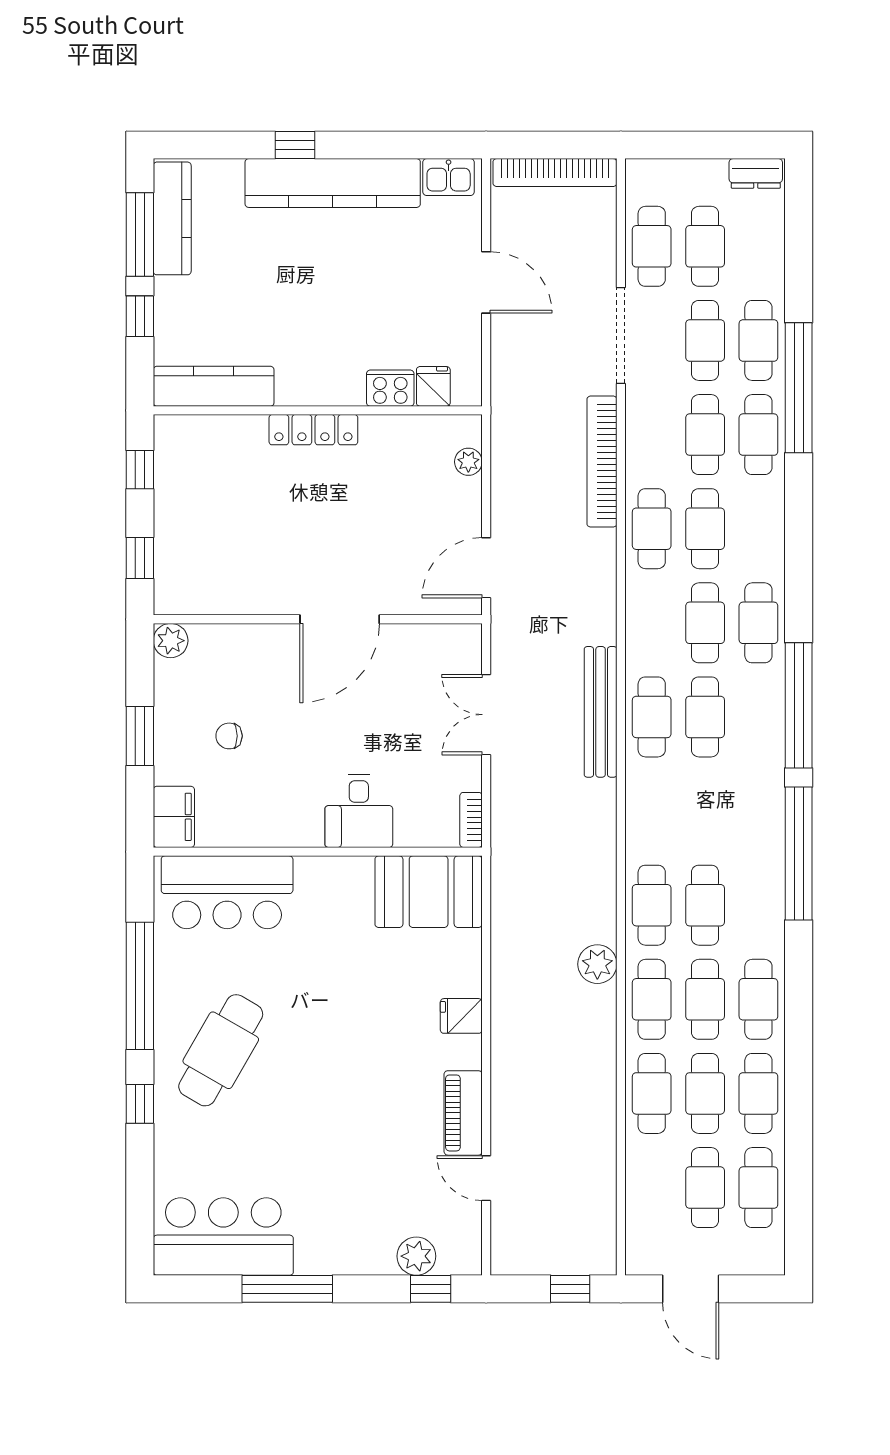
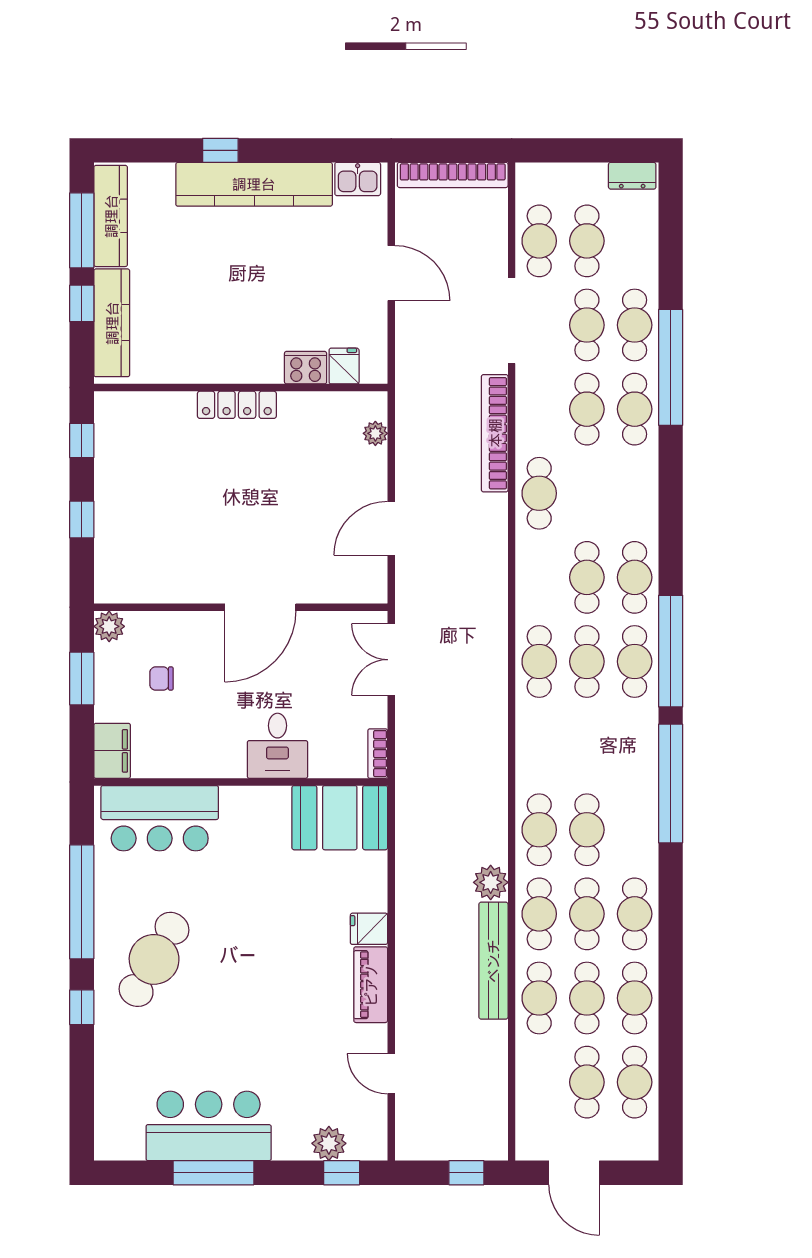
kitchen counter: (214, 386) -> (112, 323), moved, turned 90
cafe table: (705, 529) -> (635, 662), moved
wall: (318, 619) -> (241, 607), moved
door: (340, 619) -> (260, 607), moved
plant: (171, 641) -> (109, 626), moved
bench: (601, 712) -> (493, 961), moved
piano: (463, 1113) -> (371, 985), moved
bar counter: (223, 1237) -> (209, 1126), moved

